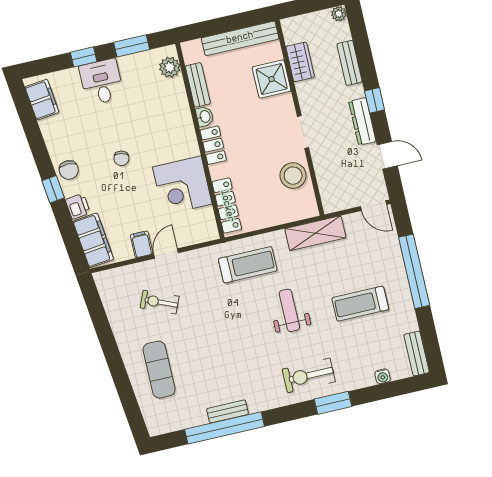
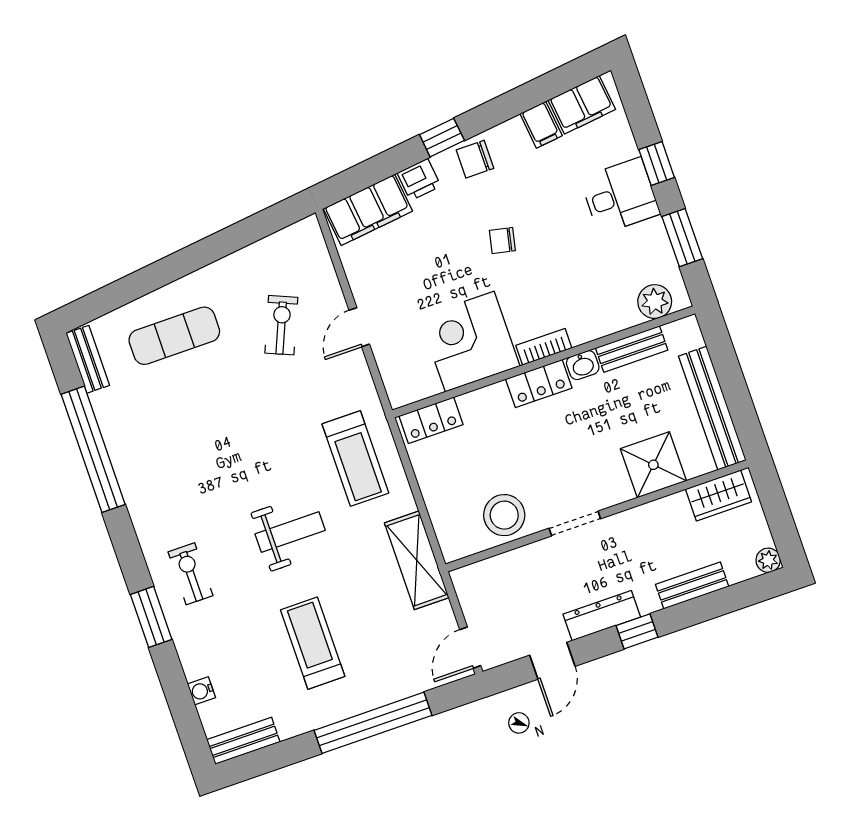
wardrobe: (300, 62) -> (718, 496), moved
bookcase: (191, 140) -> (544, 347), added
locker: (227, 206) -> (431, 420), width x0.66
filing cabinet: (142, 244) -> (541, 125), moved, turned 83
door: (166, 254) -> (359, 327), swing flipped
exercise bike: (309, 375) -> (190, 574), width x0.73, depth x0.72
bench: (228, 411) -> (88, 359), moved

